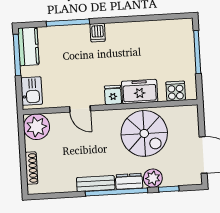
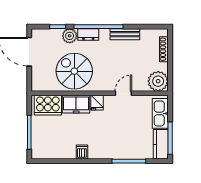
dishwasher: (98, 33) -> (82, 152), moved
kitchen sink: (32, 91) -> (160, 113), width x1.38
cooker: (176, 91) -> (48, 105), width x1.87, depth x1.31
door: (80, 109) -> (123, 93), hinge flipped
bench: (96, 184) -> (125, 34), moved

